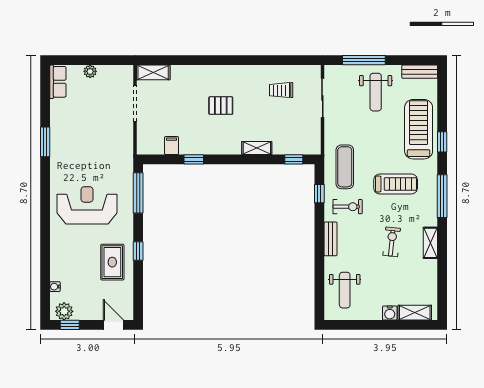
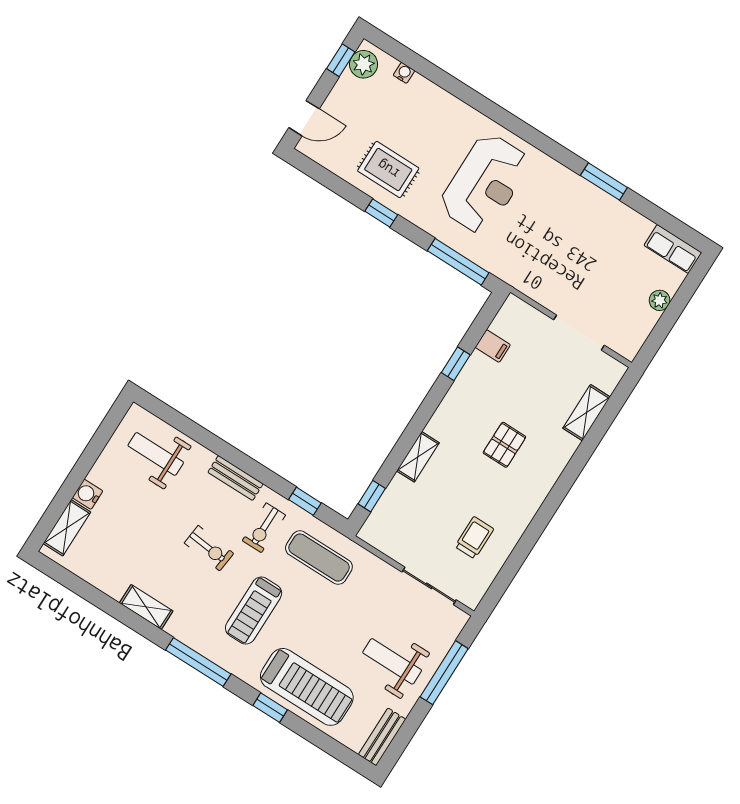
shelving: (153, 72) -> (587, 413), moved
exercise bike: (392, 242) -> (209, 548), moved

